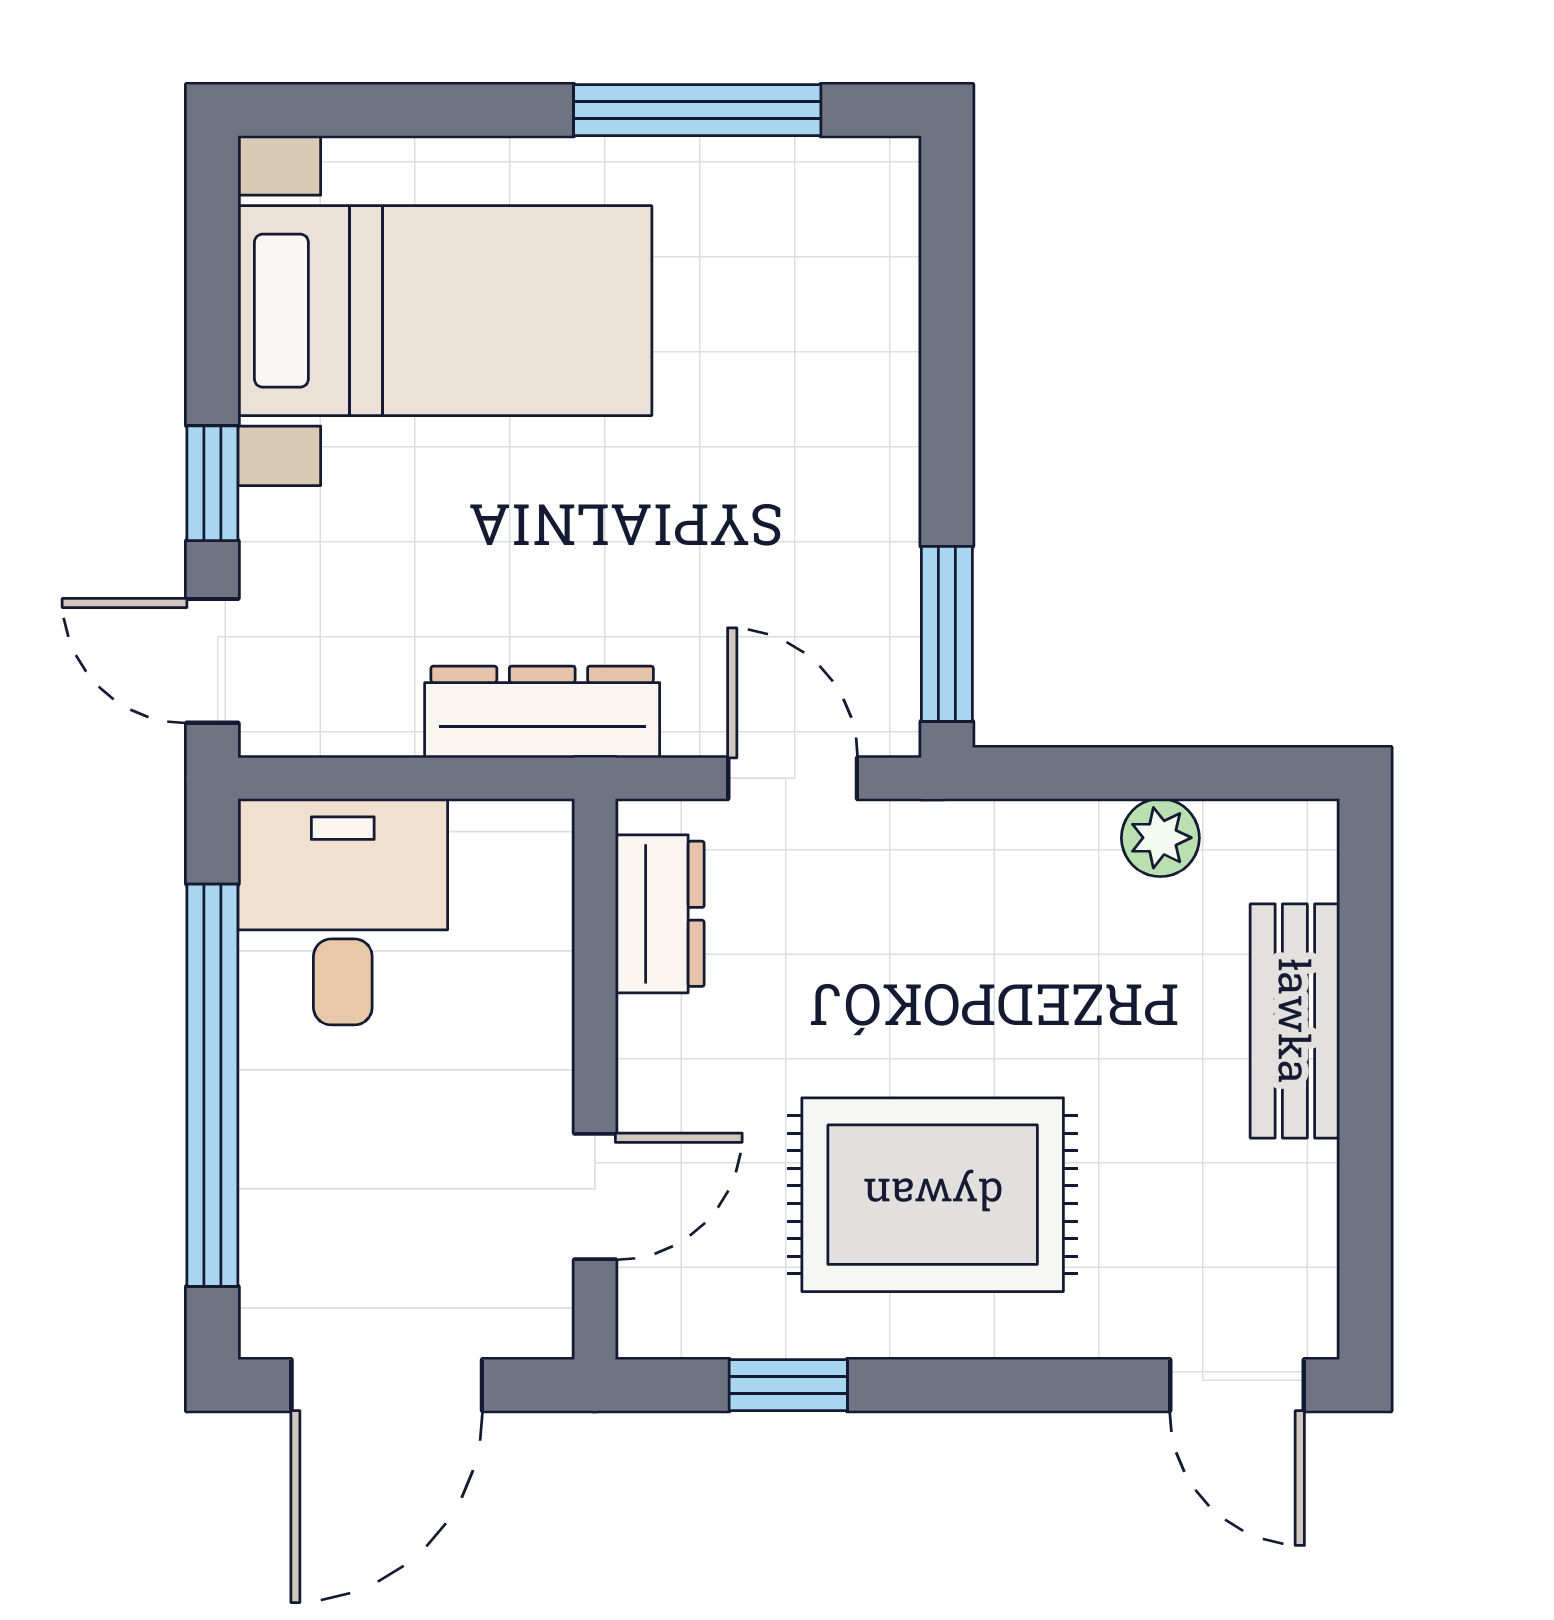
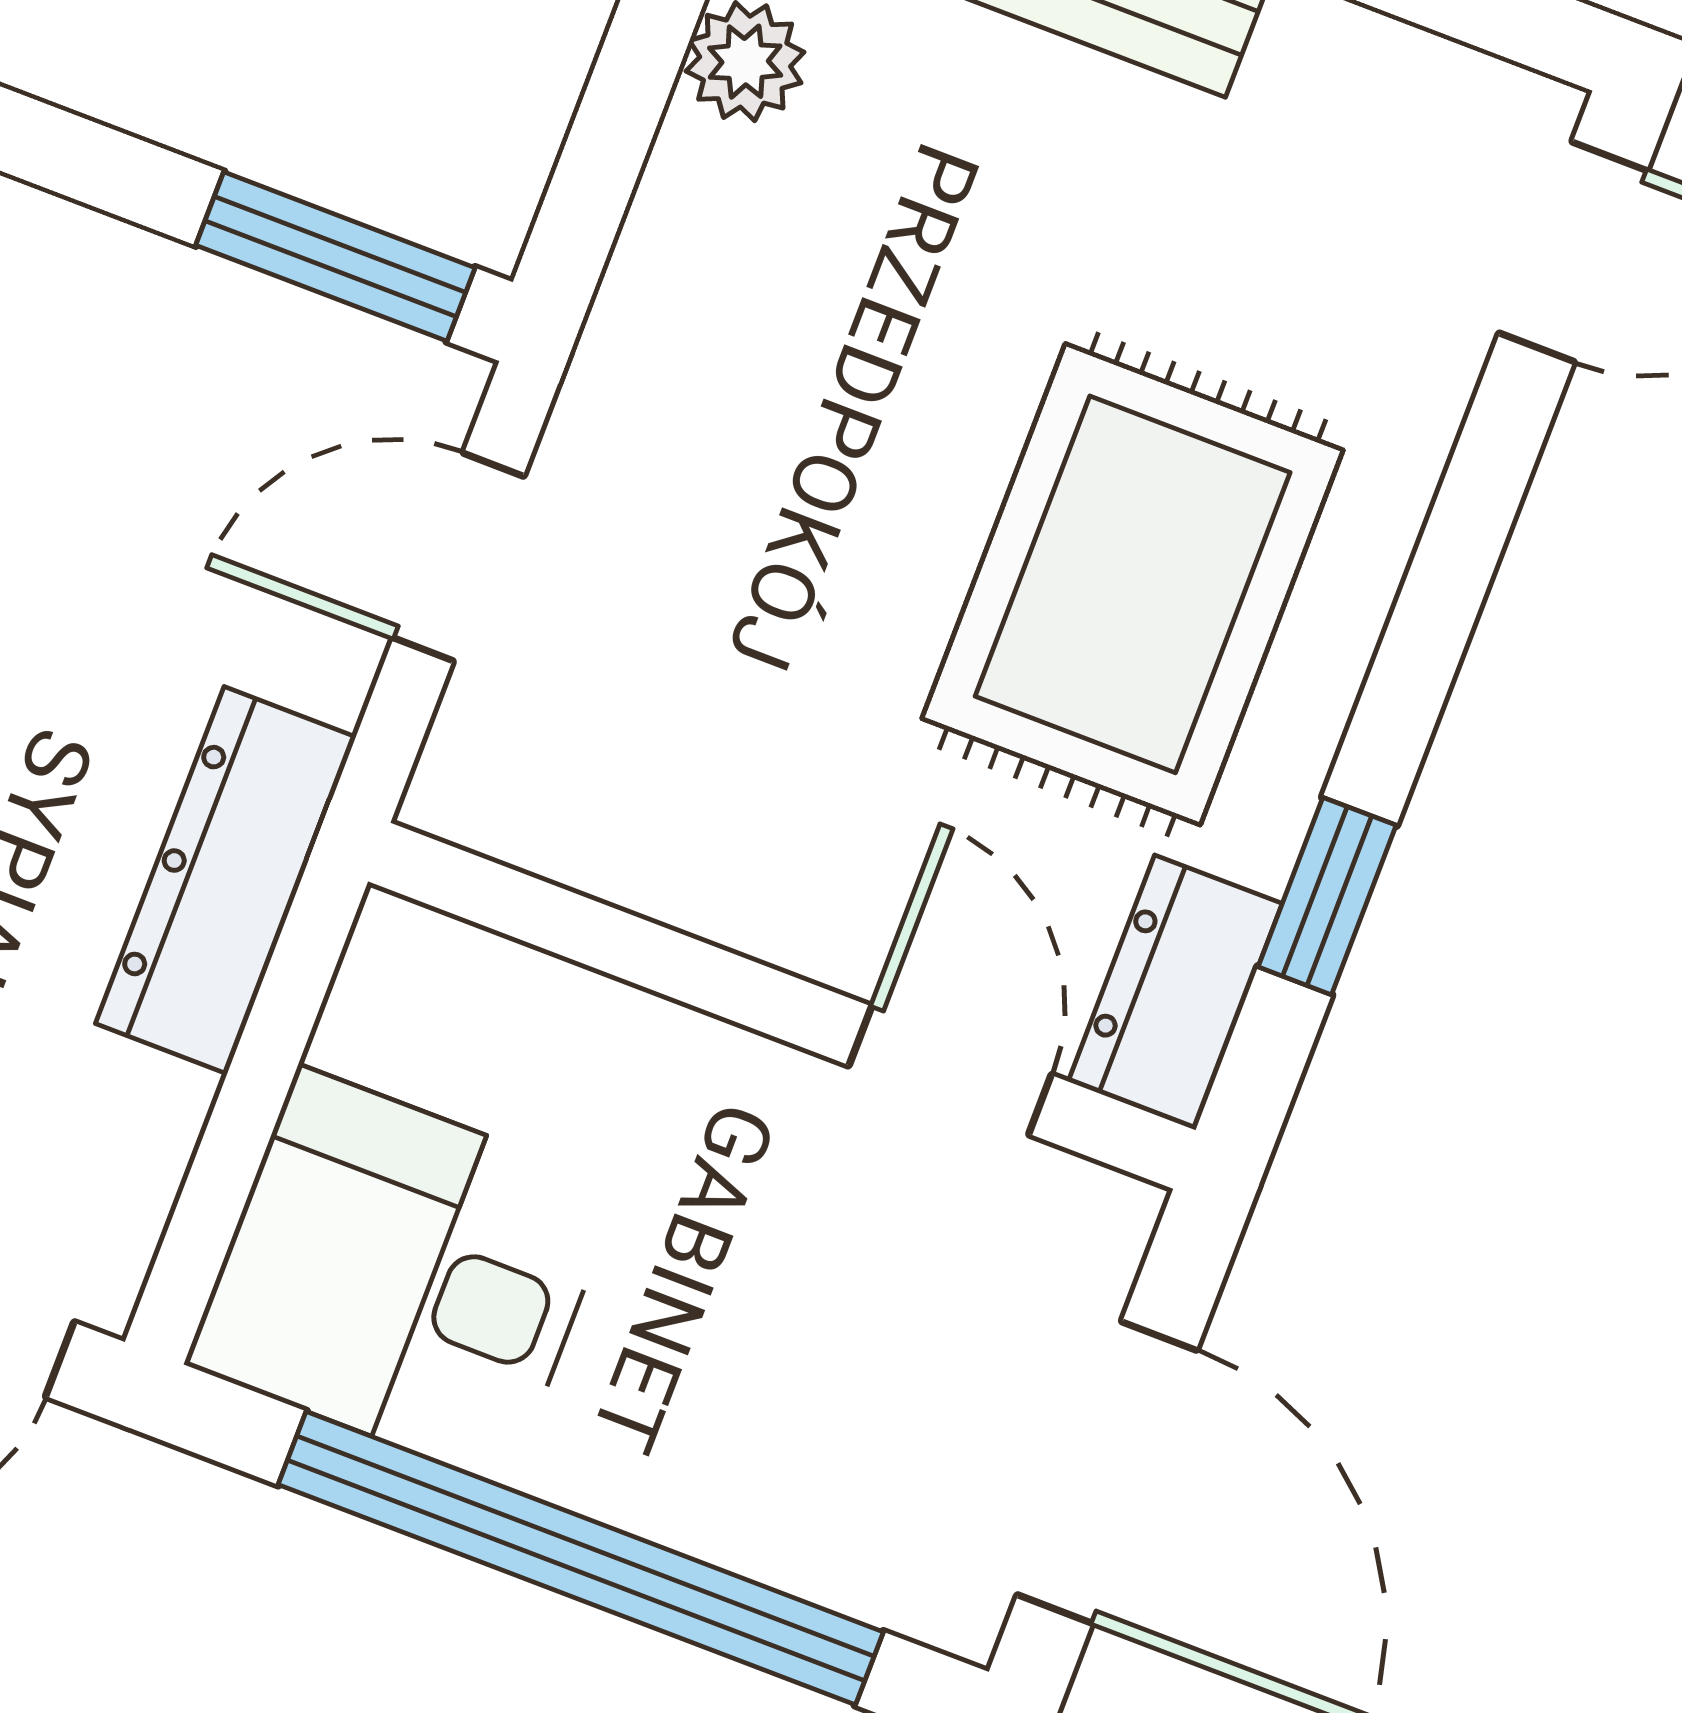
dresser: (660, 914) -> (1175, 993), moved, turned -90

